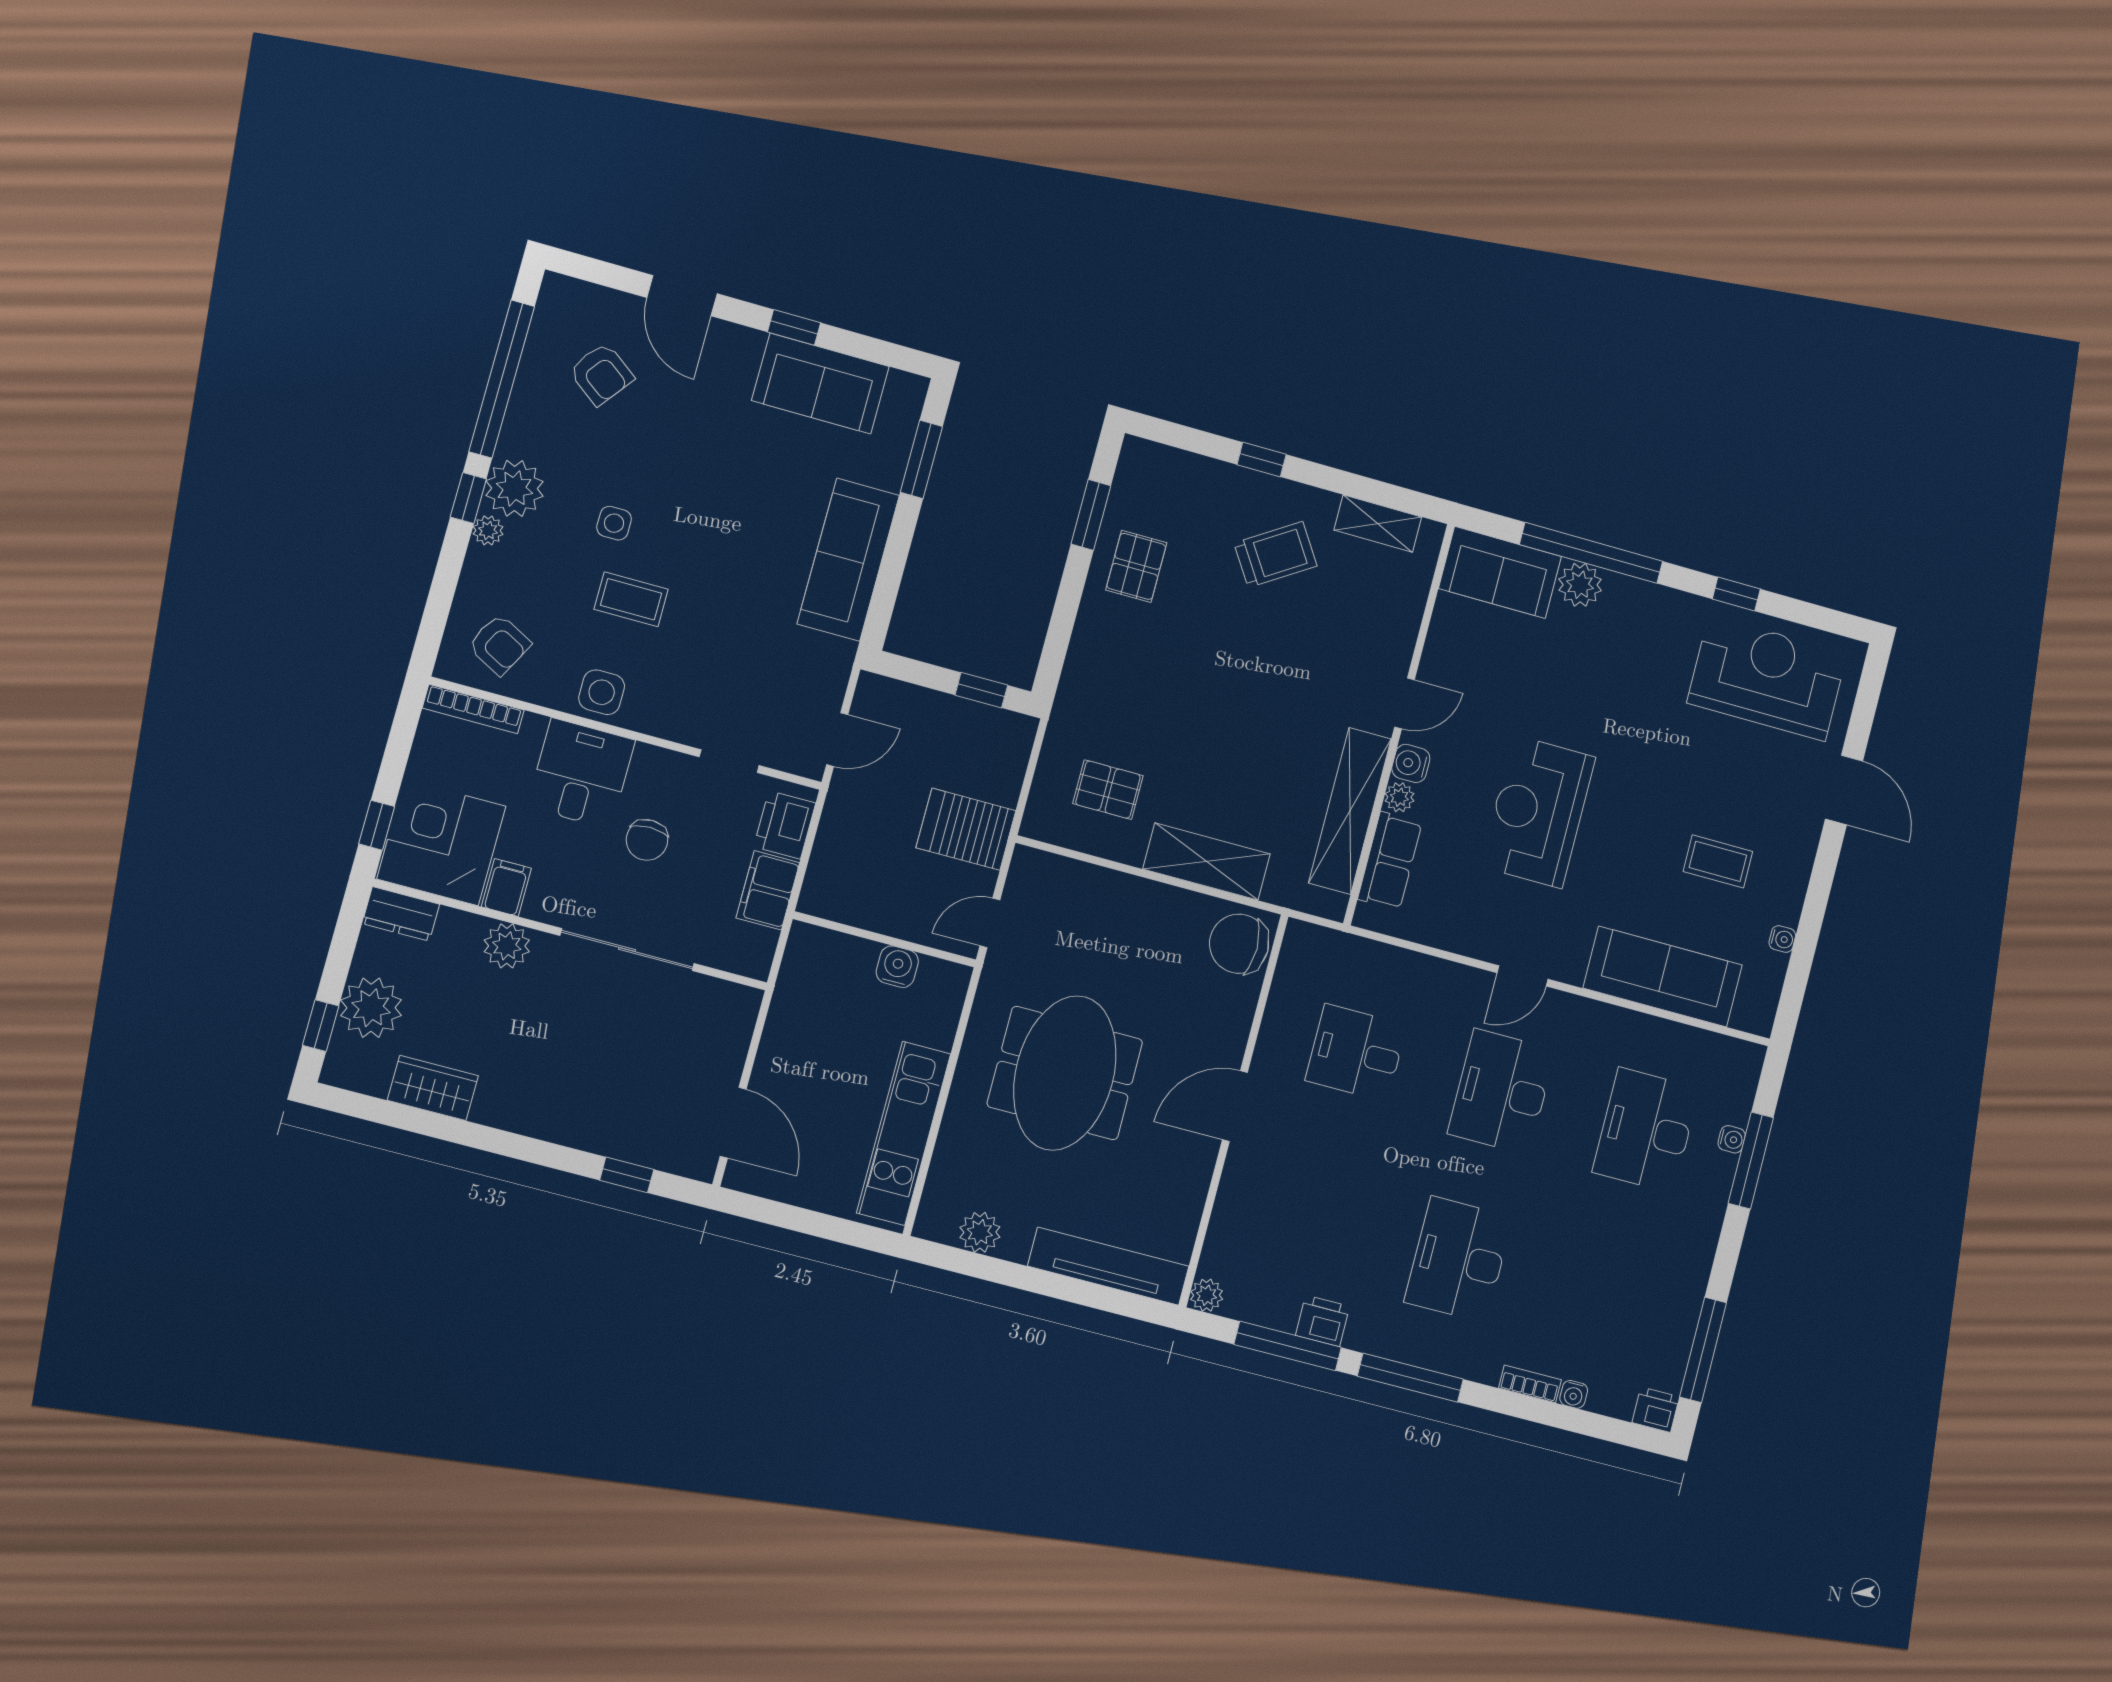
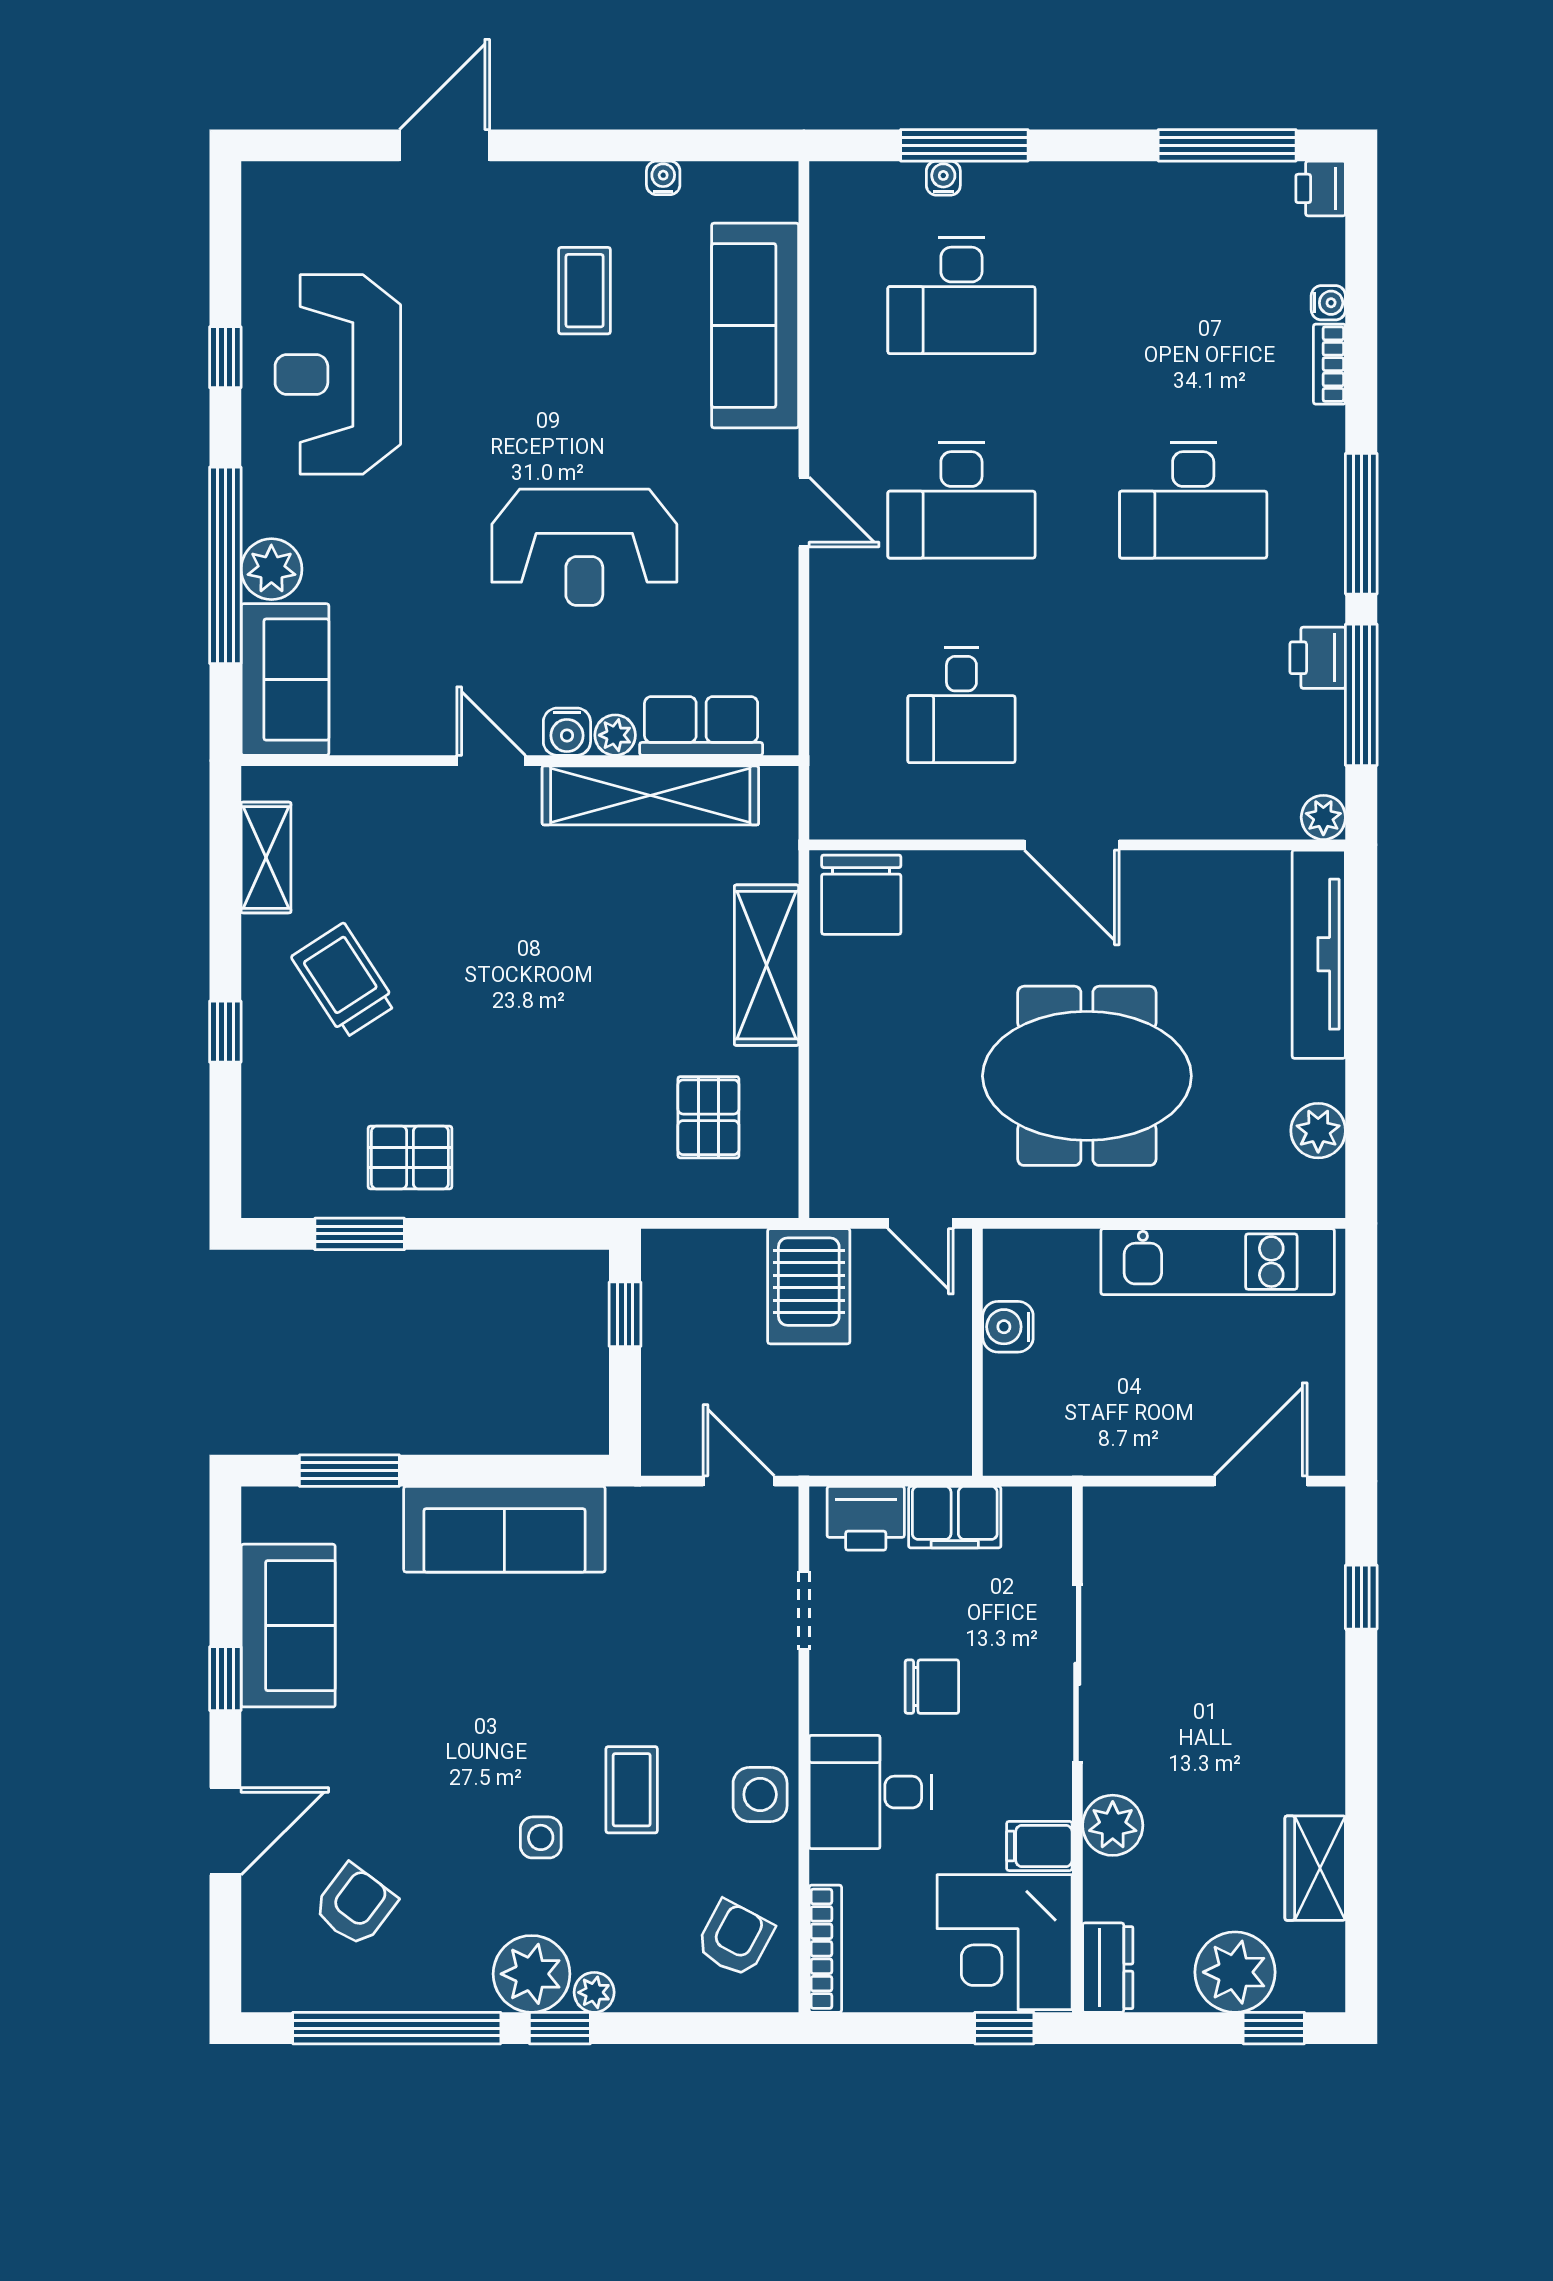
reception desk: (1767, 678) -> (338, 374), moved

